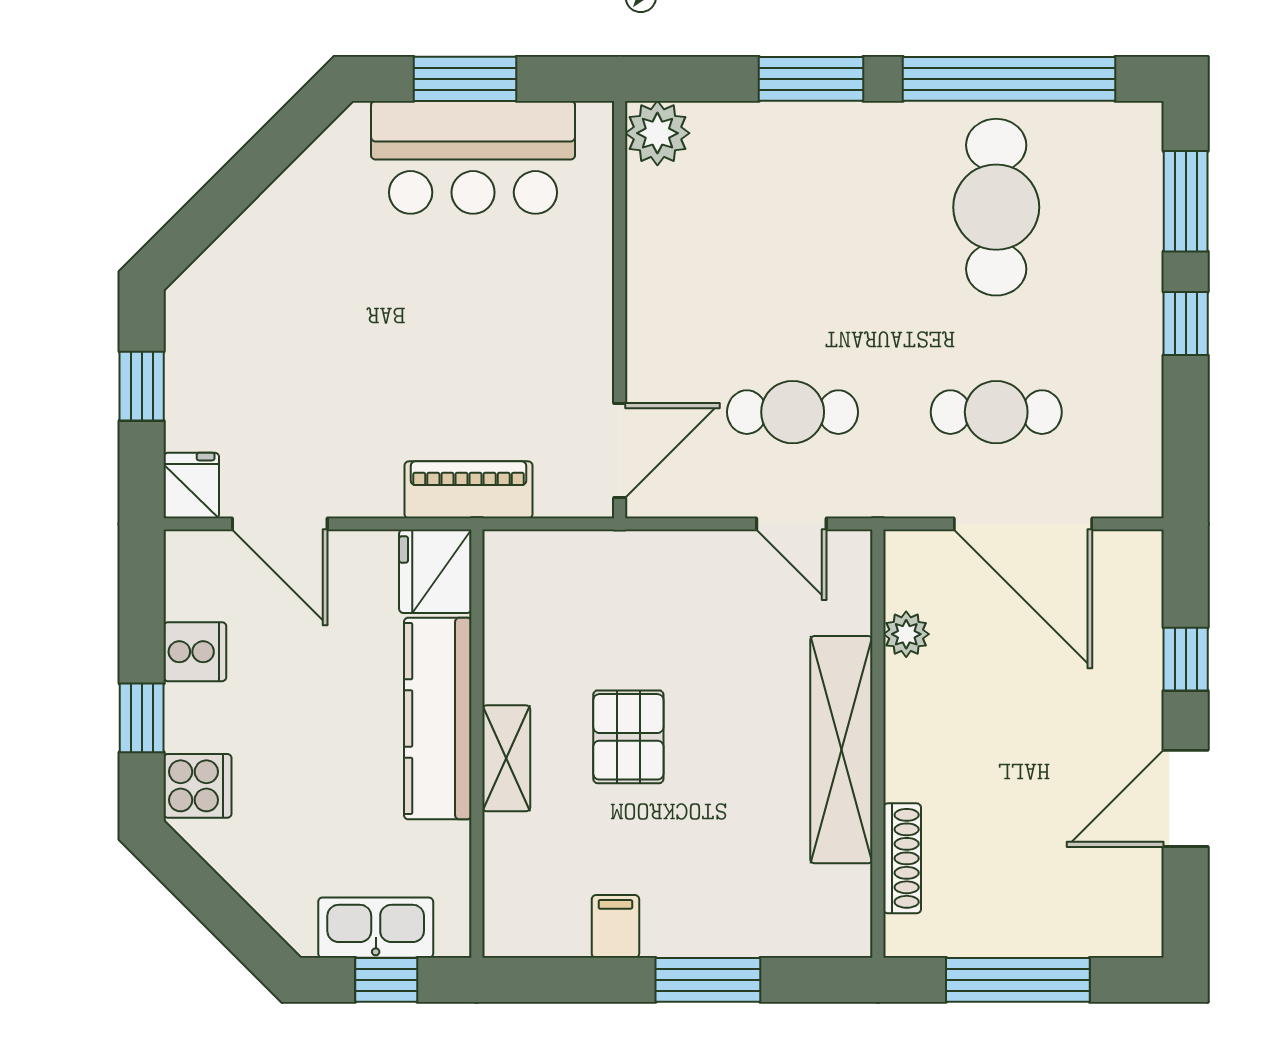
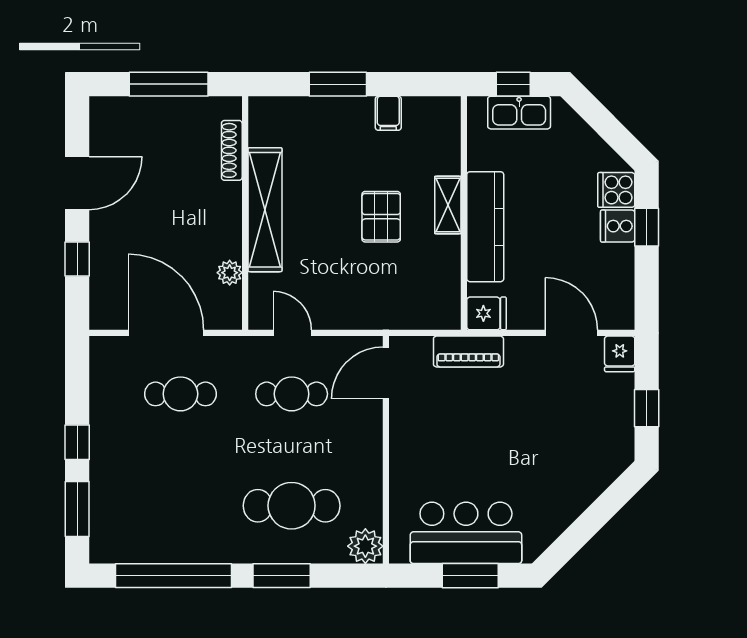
cafe table: (996, 207) -> (292, 506), moved, turned 90
fridge: (435, 571) -> (487, 313), width x0.72
cooker: (195, 652) -> (618, 226), moved

